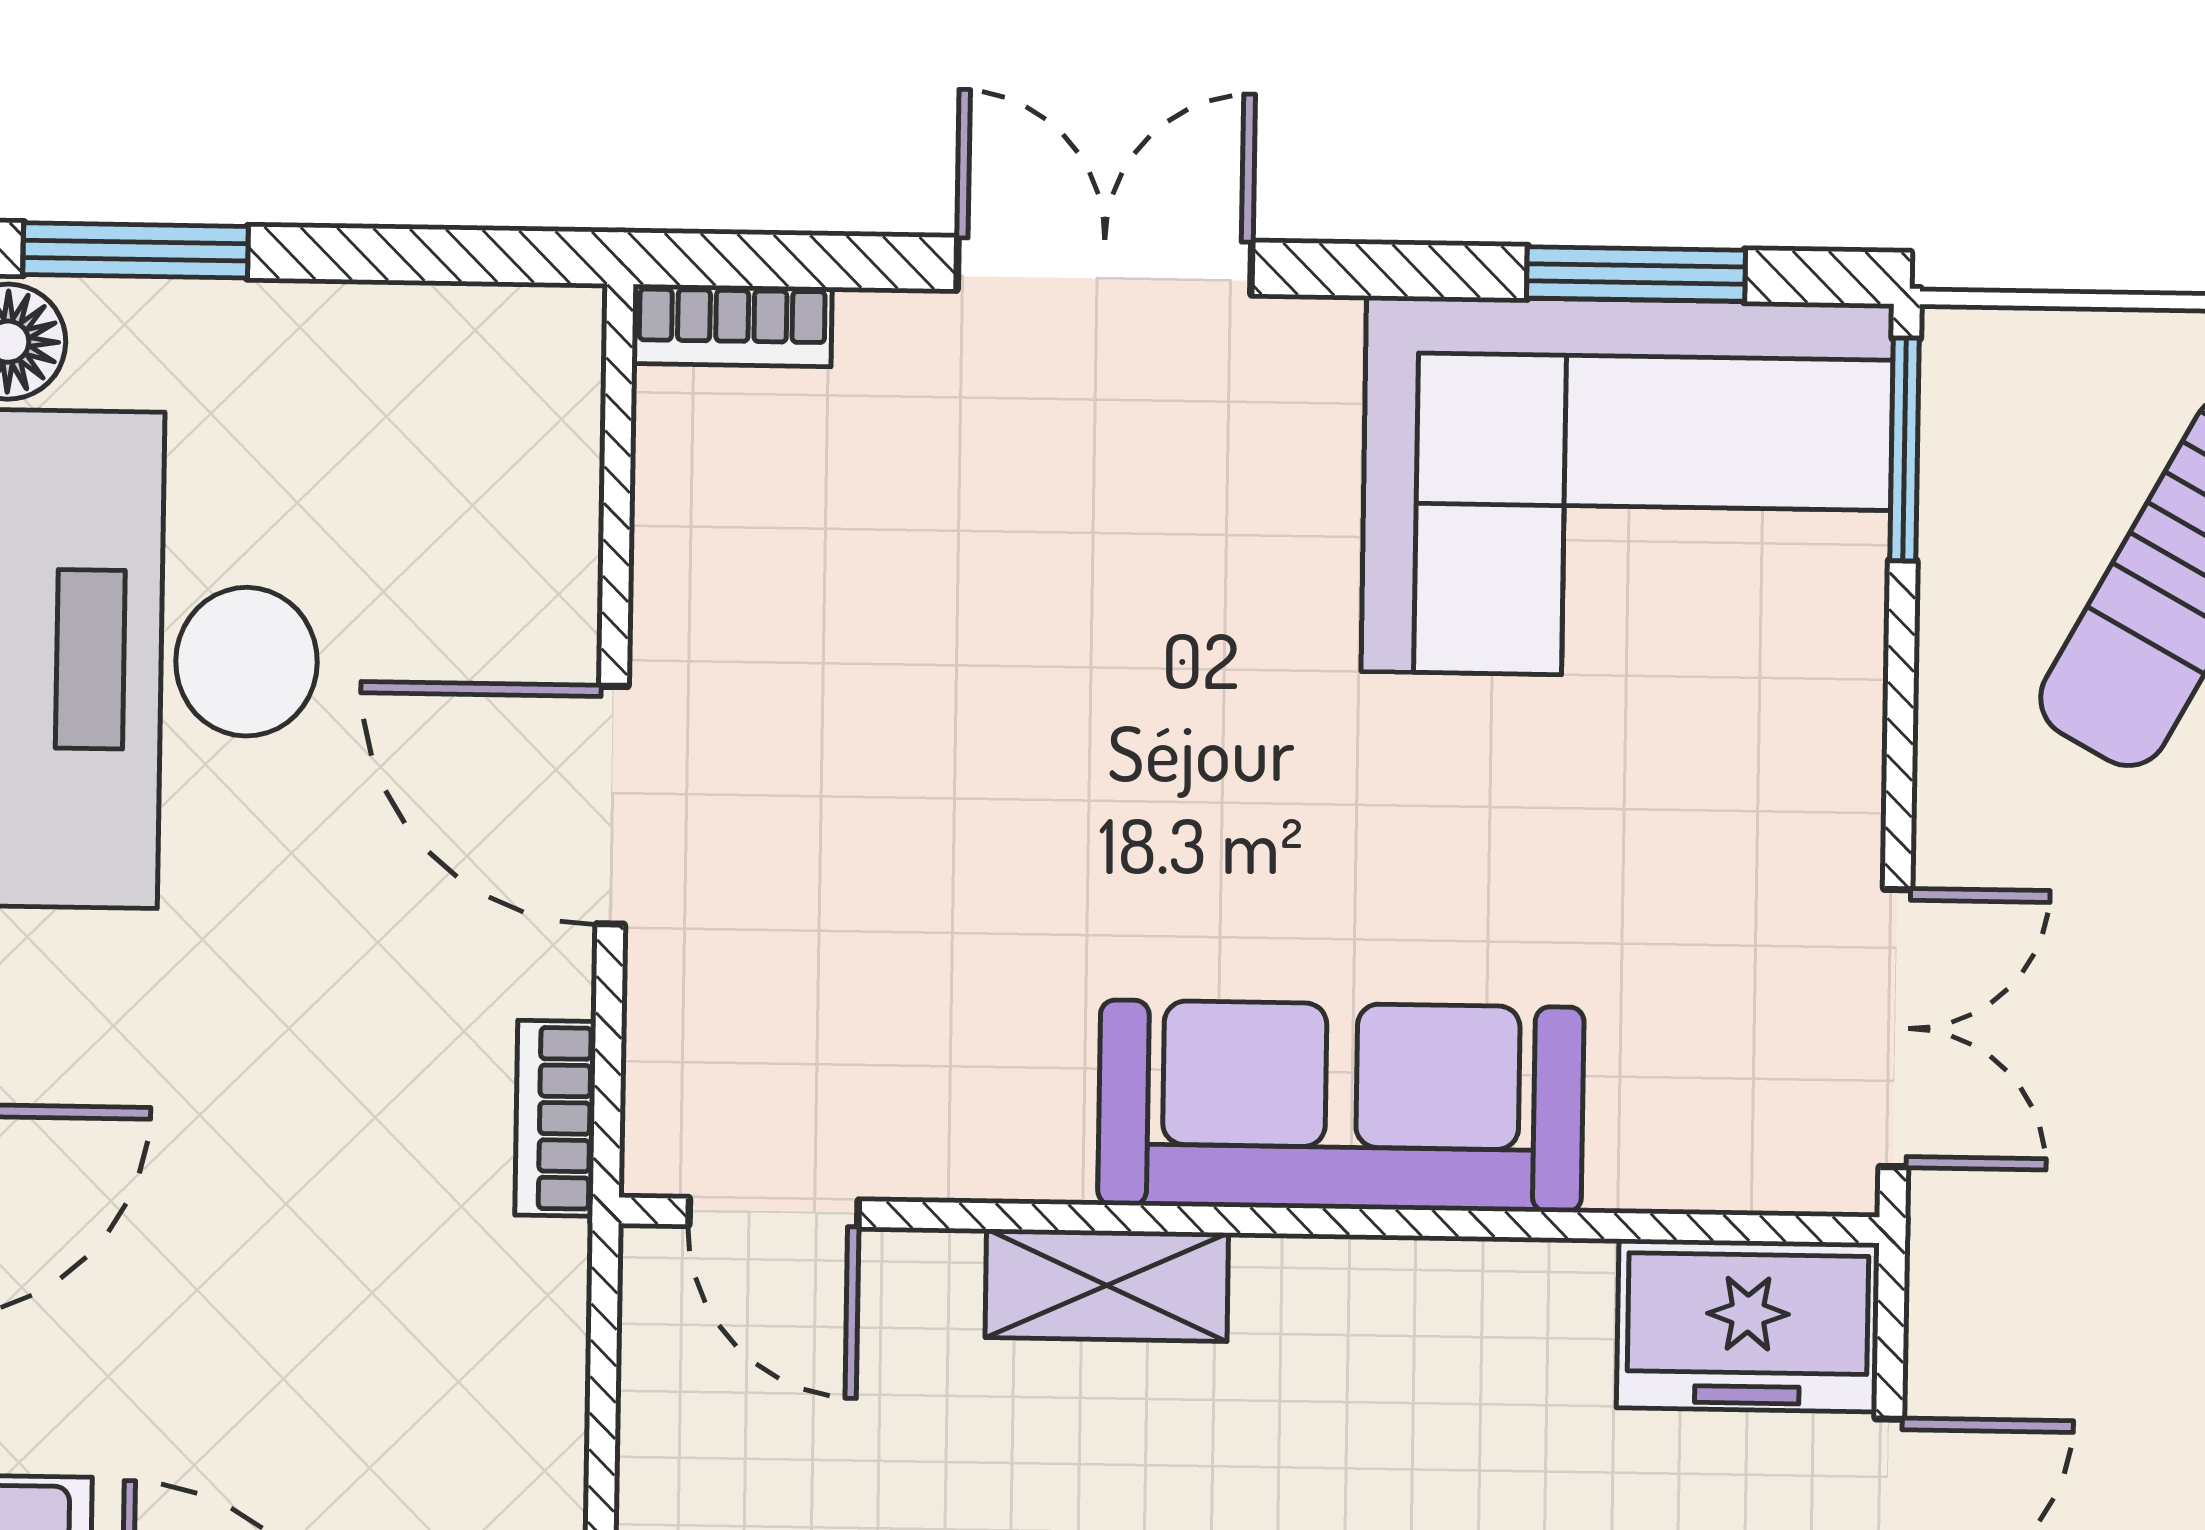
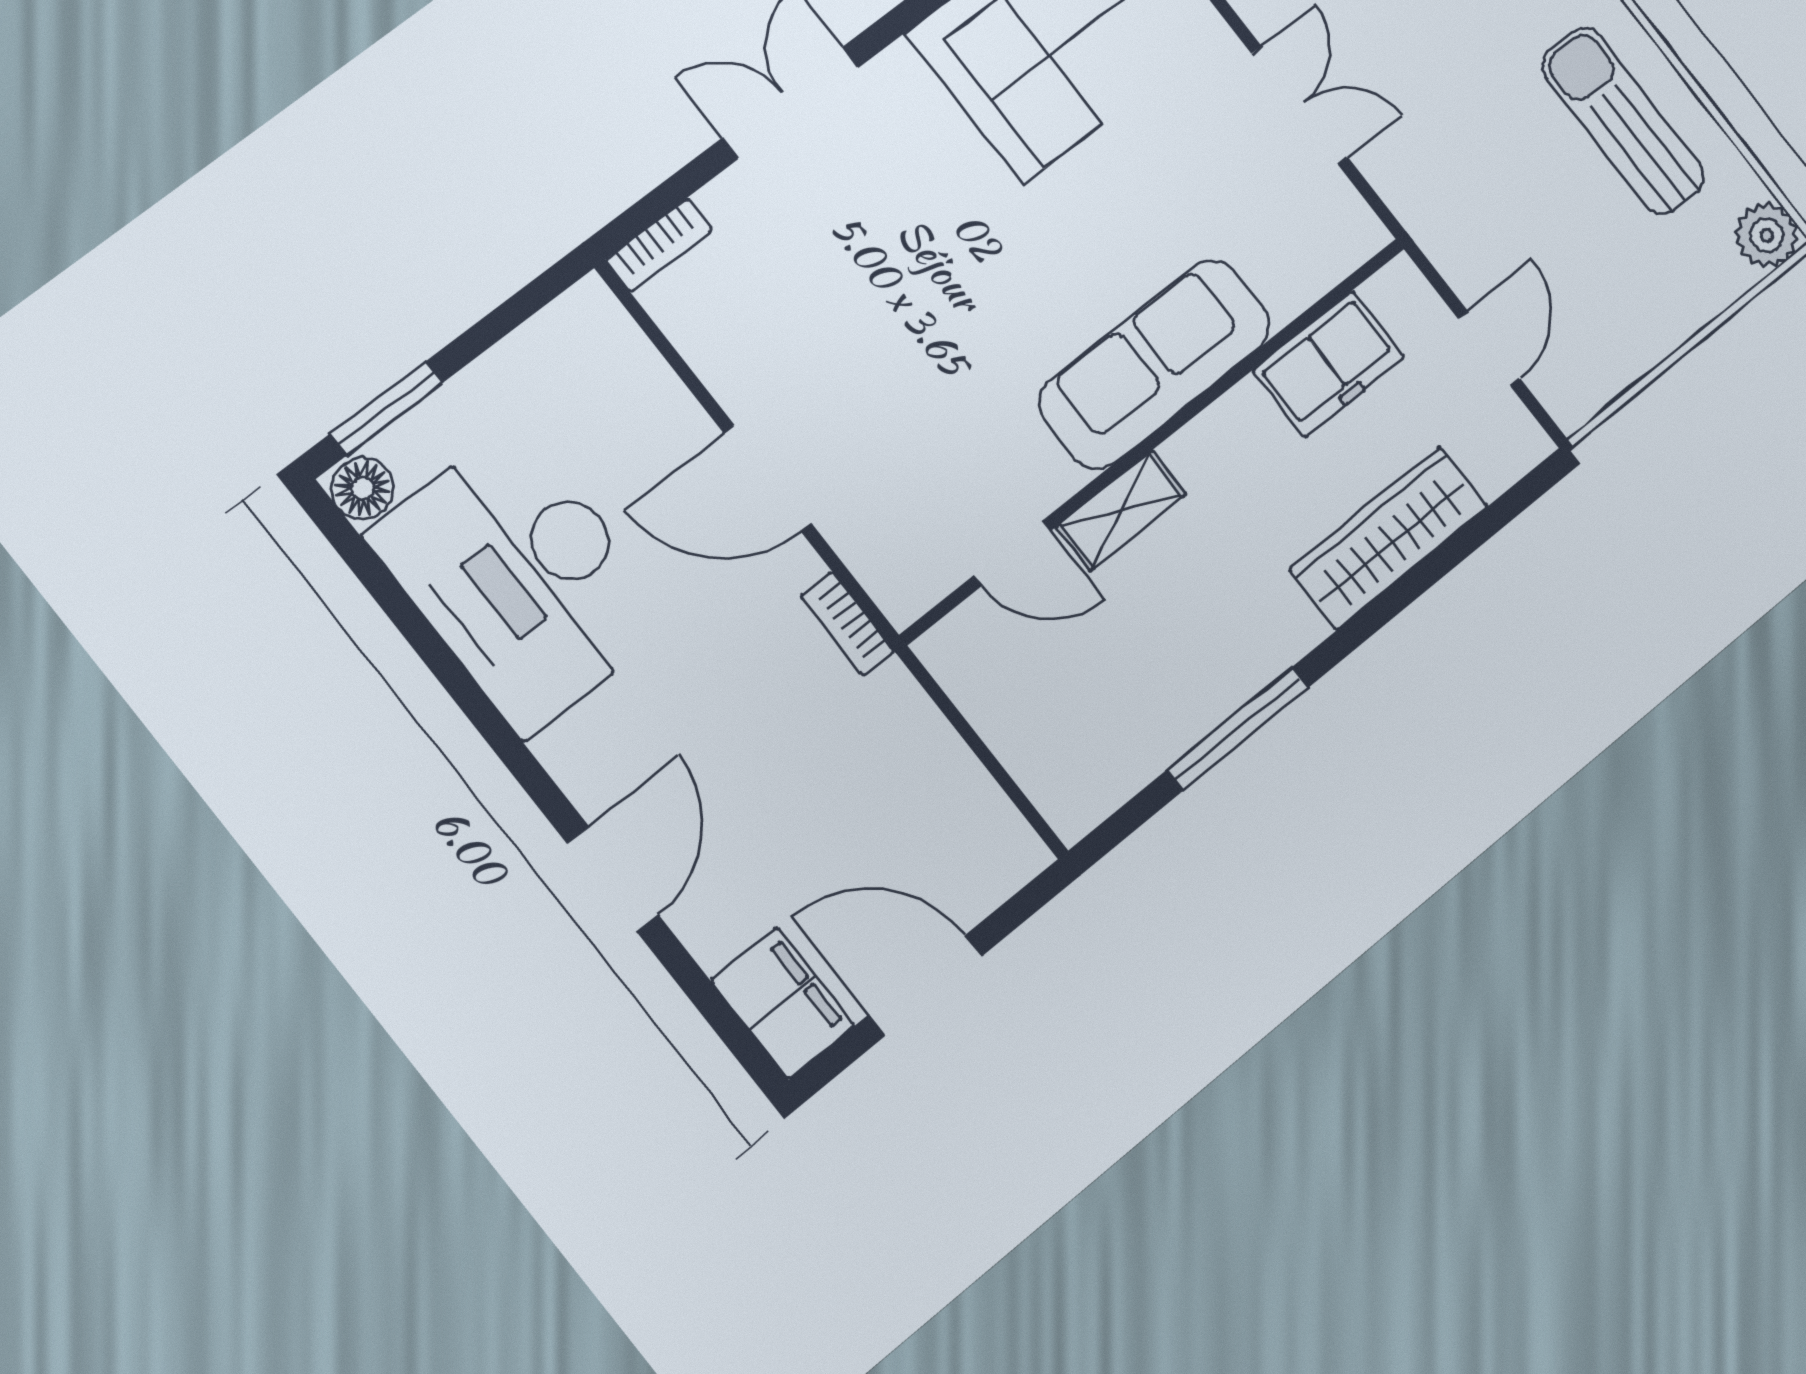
double door: (1895, 1028) -> (1300, 105), moved
door: (774, 1213) -> (1012, 553), moved
freezer: (1748, 1325) -> (1329, 364), moved

